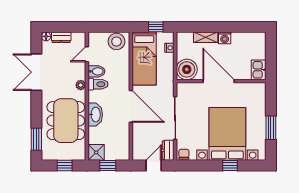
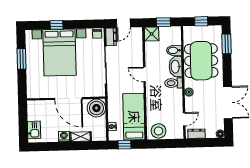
dresser: (61, 37) -> (197, 134), moved
kitchen sink: (259, 70) -> (34, 130), moved
bidet: (97, 71) -> (174, 50), moved
toilet: (98, 84) -> (174, 83), moved
door: (131, 106) -> (144, 74), width x0.53
shower: (96, 152) -> (152, 34), moved

